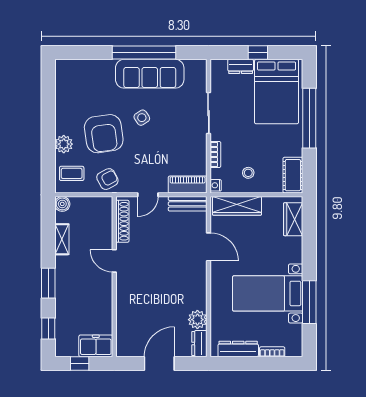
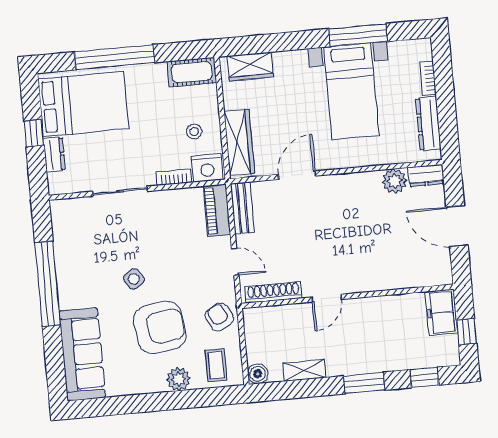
sofa: (150, 74) -> (82, 354), moved
nightstand: (216, 185) -> (207, 168), width x1.89, depth x1.79

